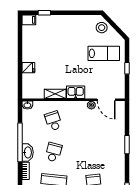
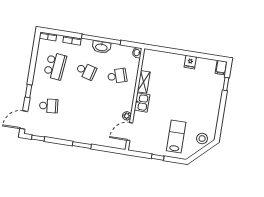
lab bench: (104, 53) -> (176, 136), turned 180
fridge: (28, 68) -> (190, 62), moved
washbasin: (28, 152) -> (101, 47), moved

